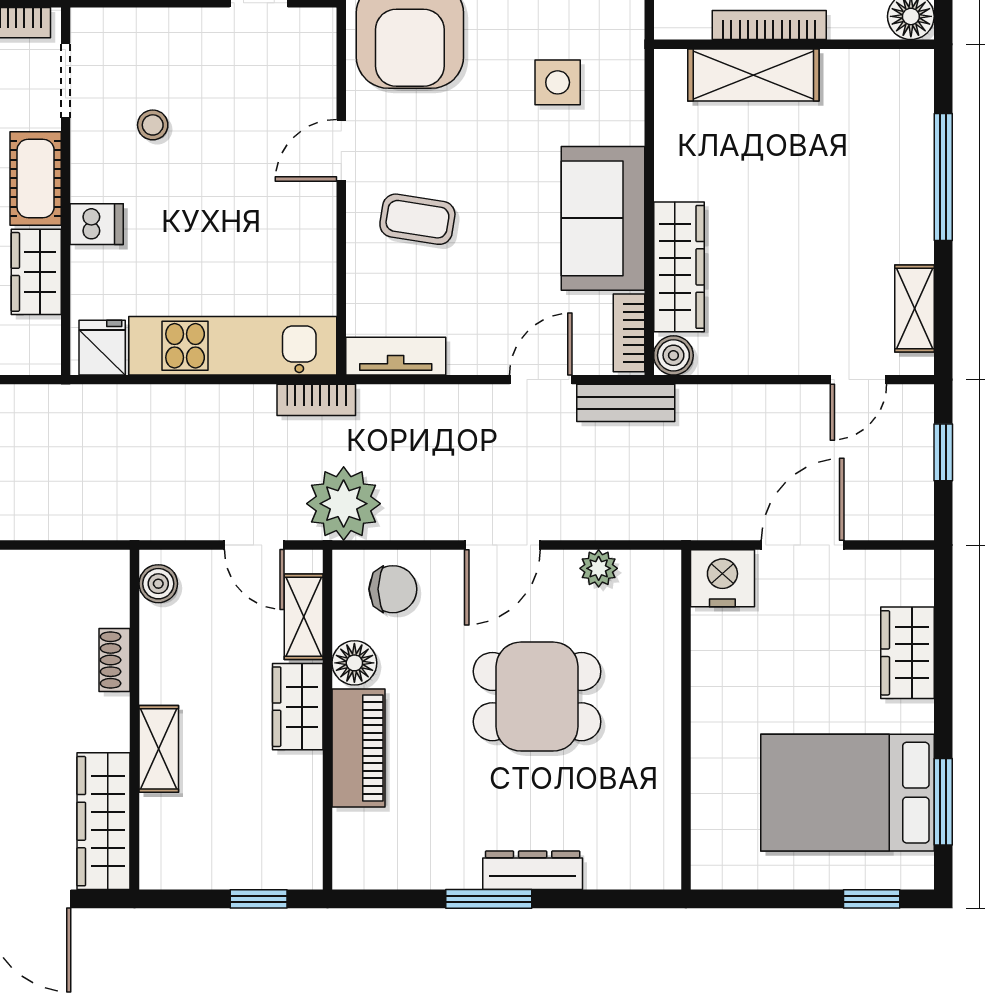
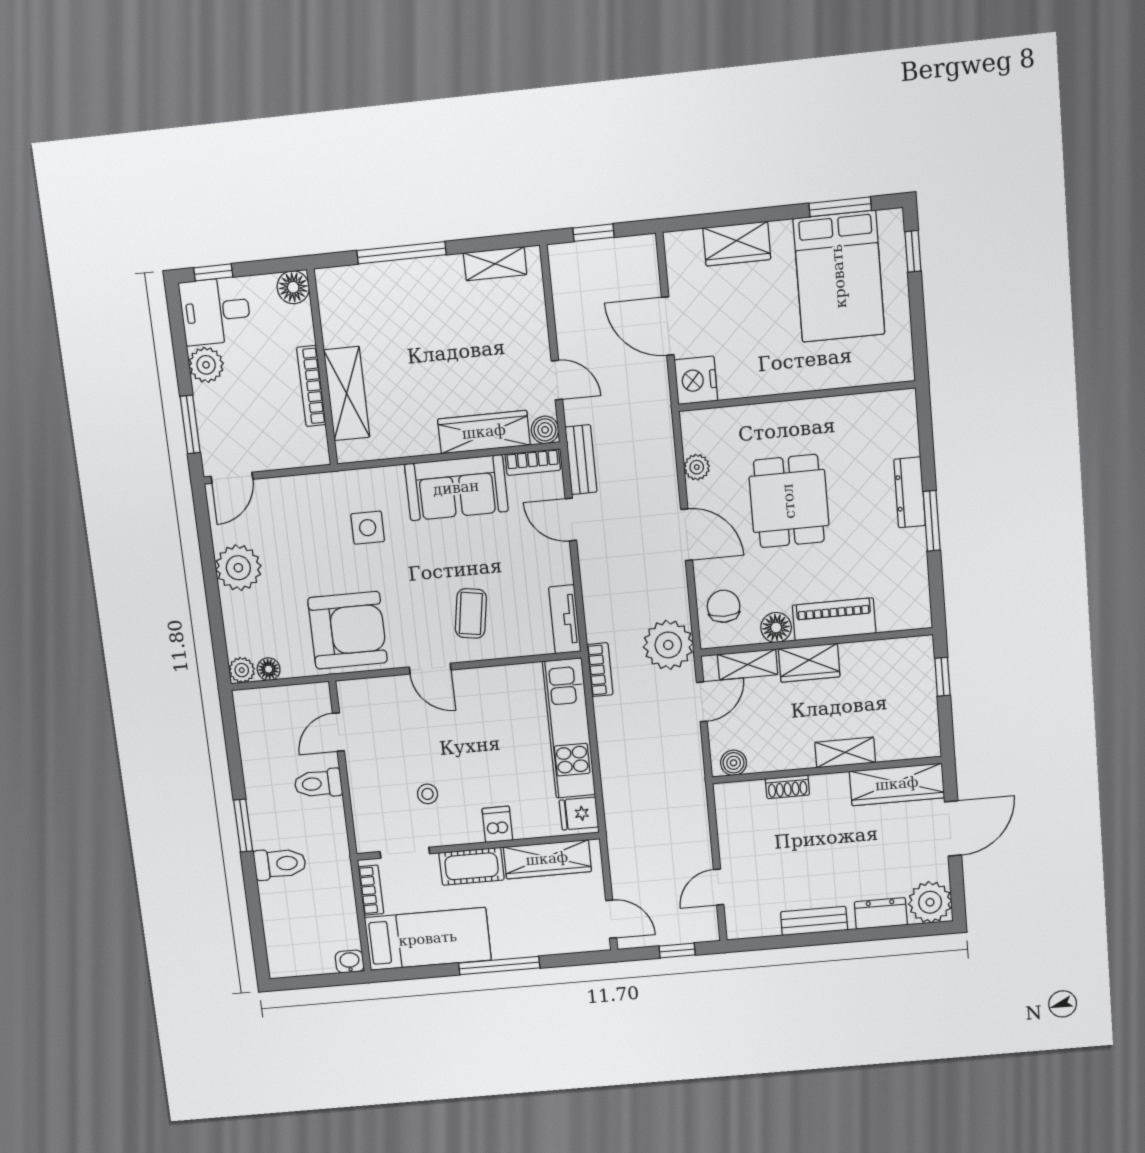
wardrobe: (36, 272) -> (547, 859), width x1.50
door: (858, 380) -> (557, 380), moved

